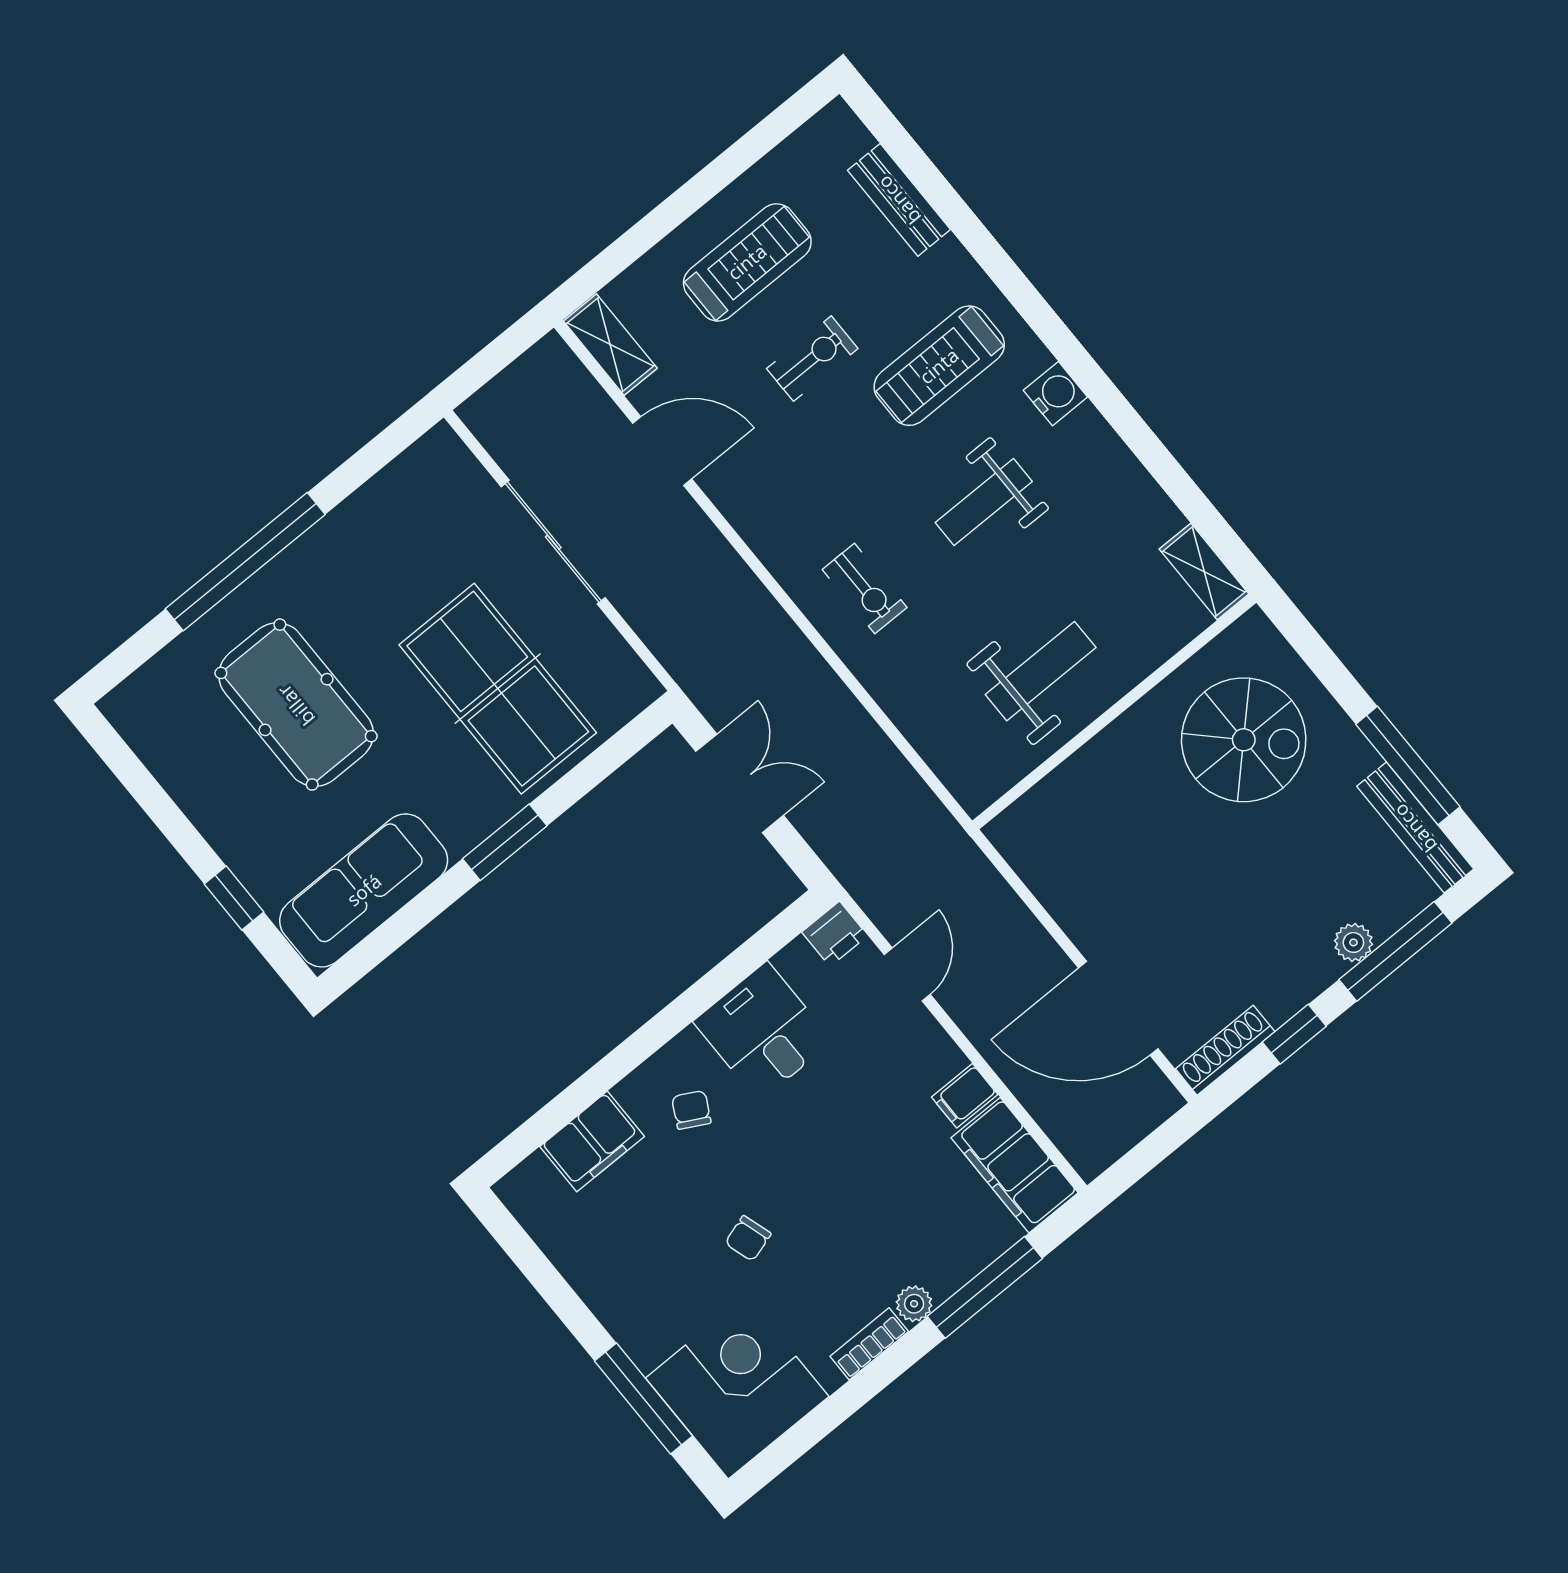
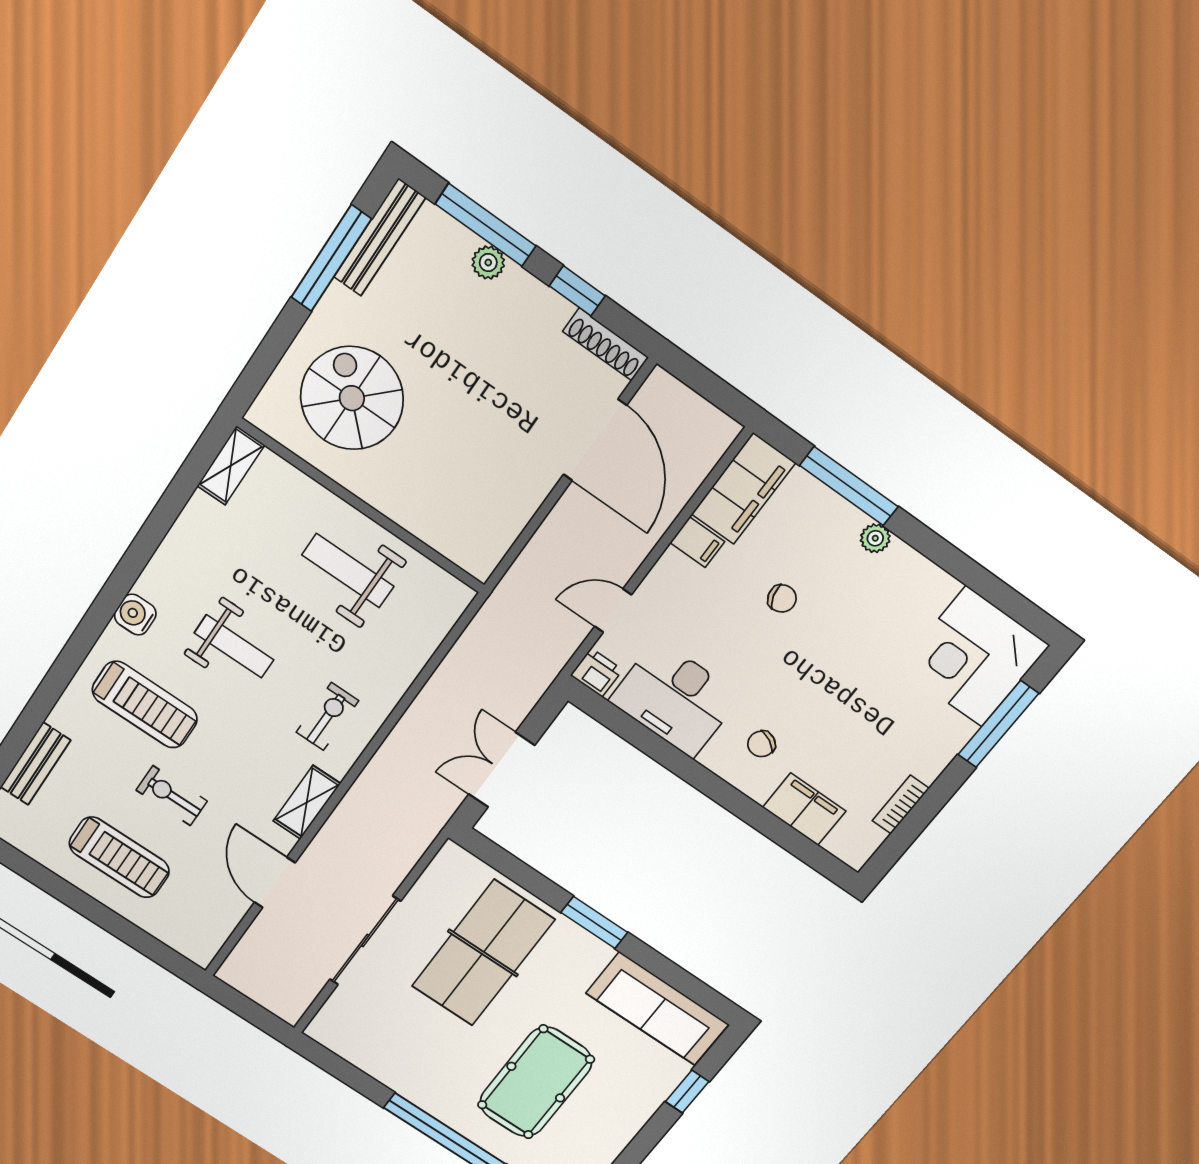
treadmill: (747, 262) -> (119, 857), turned 180
shelving: (610, 345) -> (307, 802), moved
desk: (763, 1031) -> (675, 698), width x1.37
chair: (748, 1238) -> (782, 598), moved
bookcase: (869, 1344) -> (901, 805), moved, turned 90

